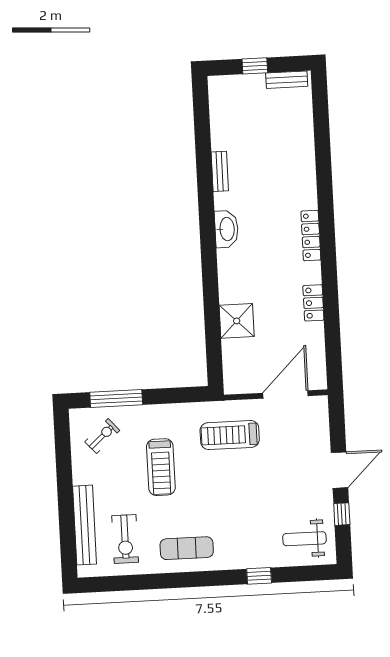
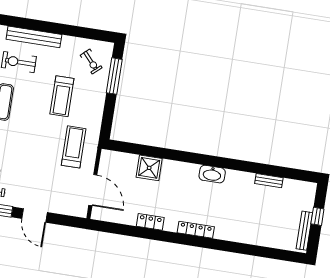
bench: (287, 80) -> (304, 231), width x1.36
bench: (220, 171) -> (269, 181), moved
treadmill: (161, 467) -> (62, 96), turned -90

